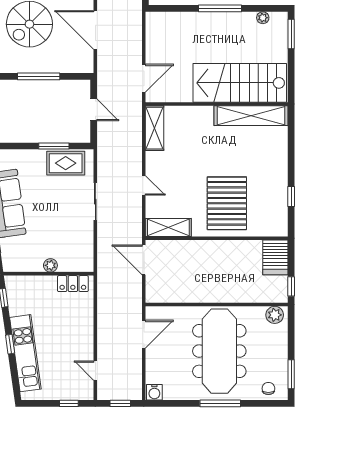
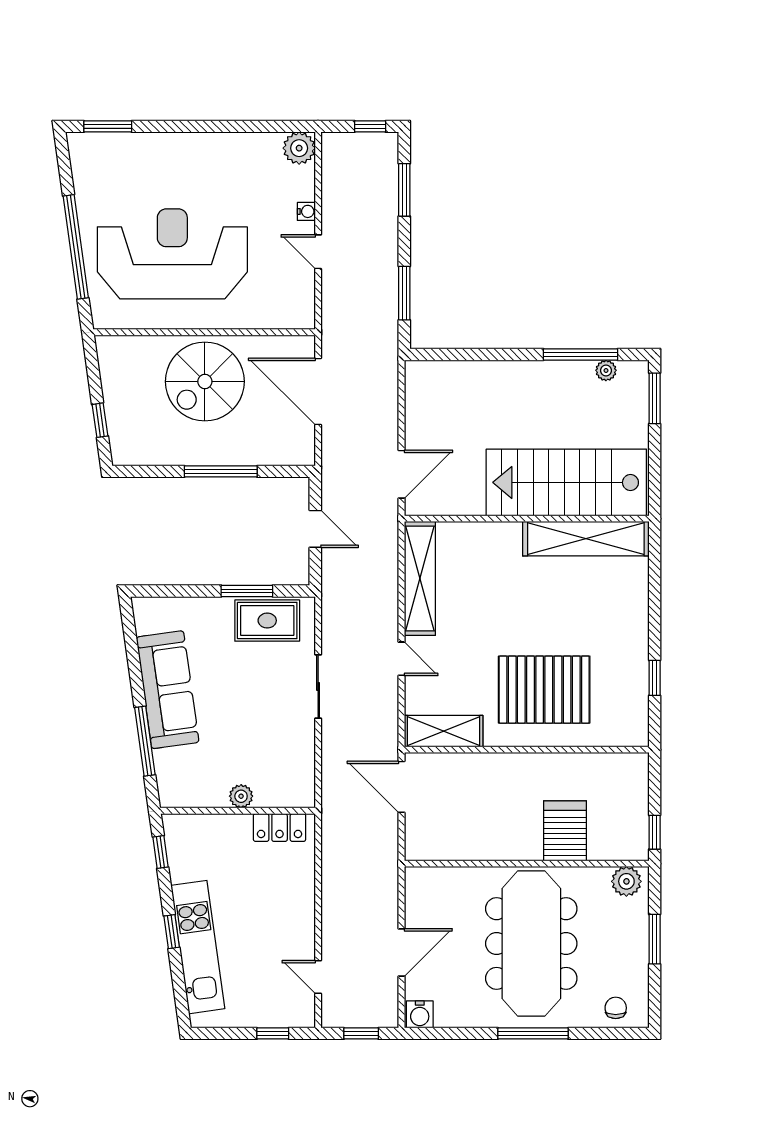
window: (220, 8) -> (580, 355), moved
shelving: (154, 128) -> (420, 578), width x1.47
pallet: (227, 203) -> (544, 690), turned 90
server rack: (275, 257) -> (565, 831), moved, turned 180
door: (144, 334) -> (402, 952), moved
window: (291, 374) -> (655, 939), moved

